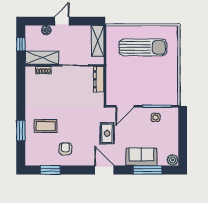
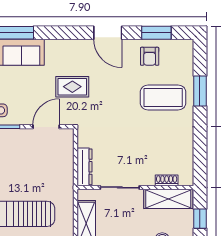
coffee table: (46, 126) -> (163, 98), width x1.36, depth x1.32
rug: (107, 133) -> (72, 87), turned 90
armchair: (65, 149) -> (150, 56), moved
door: (104, 170) -> (108, 33), moved

